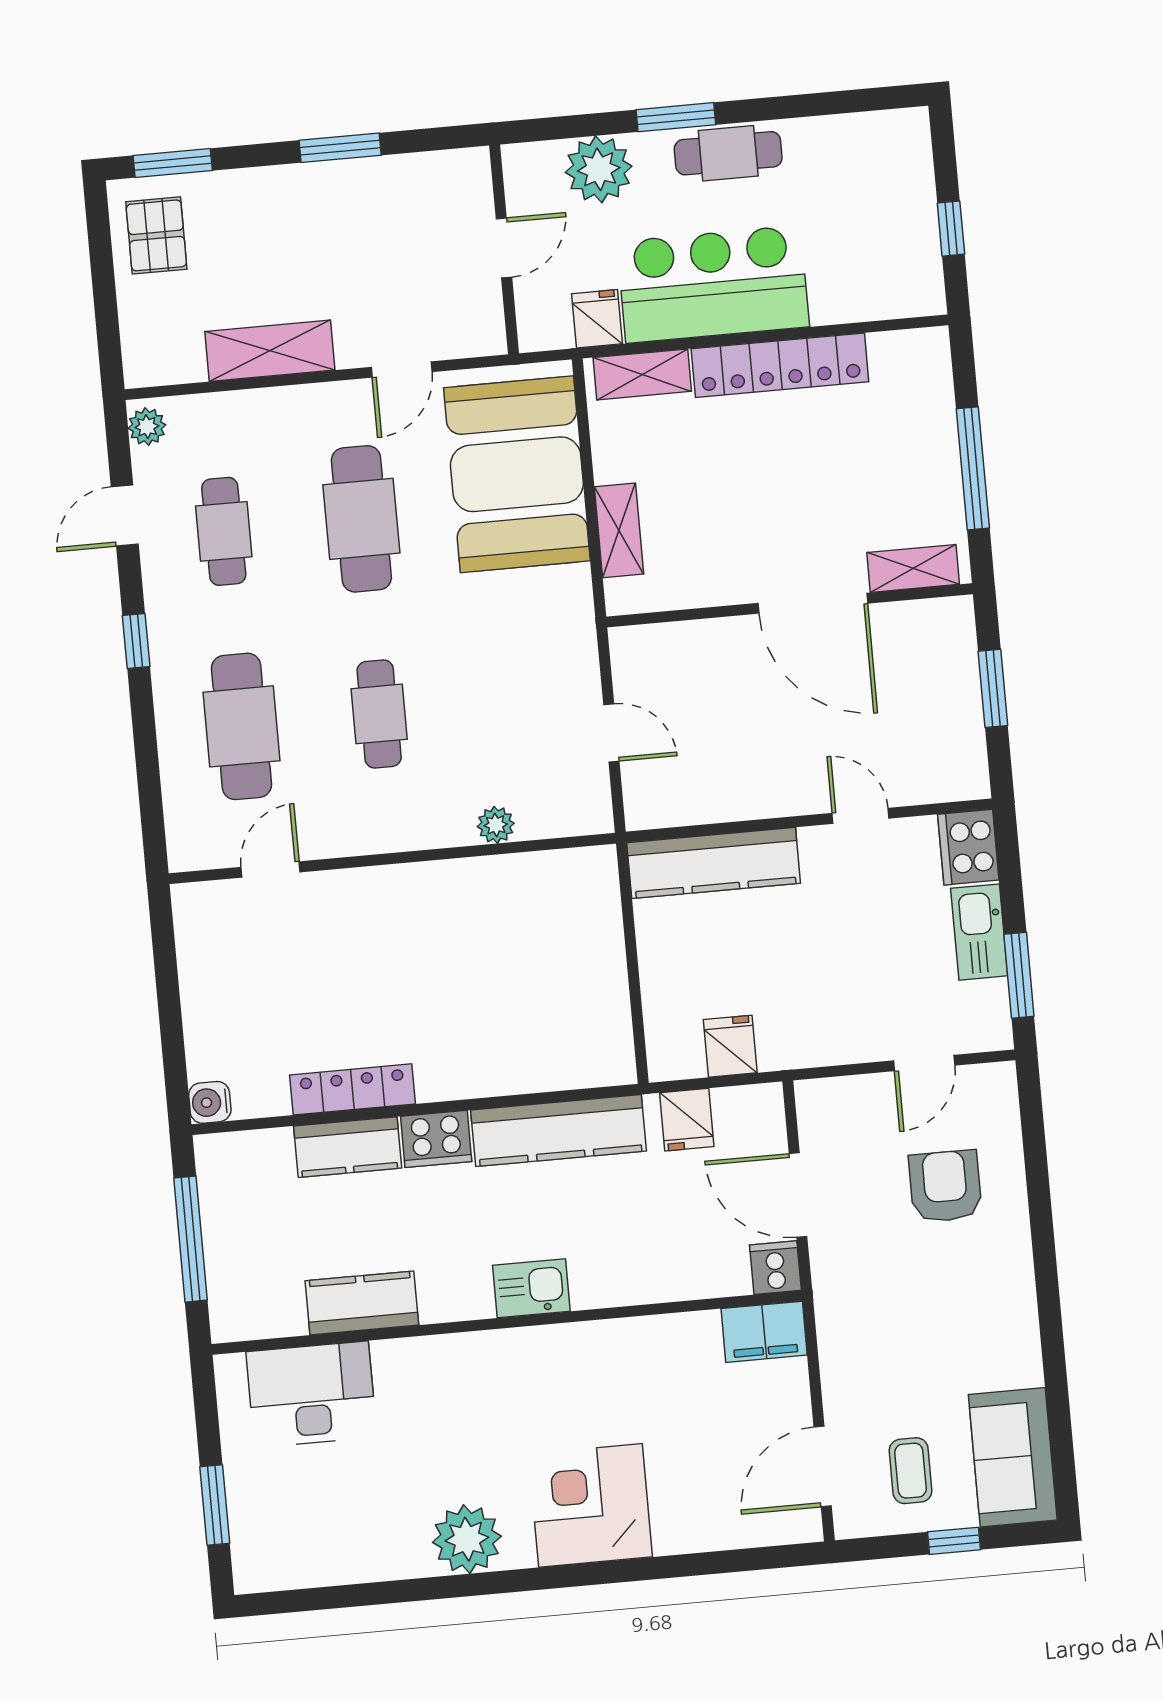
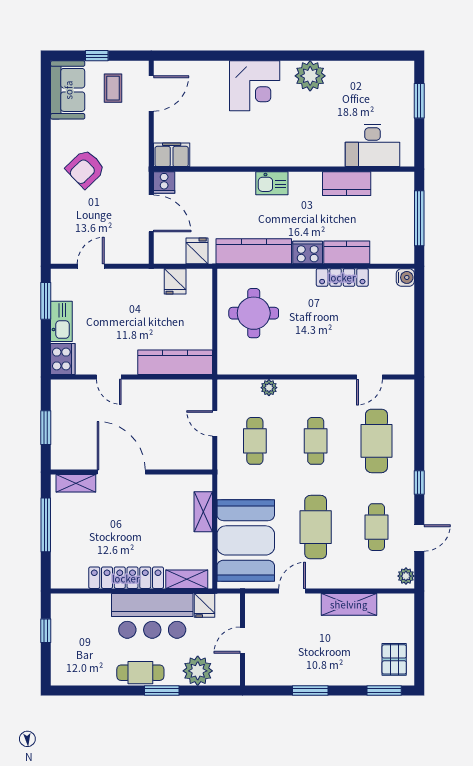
cafe table: (517, 701) -> (255, 441), added
round table: (546, 990) -> (254, 313), added
armchair: (945, 1186) -> (85, 169), moved, turned 46

